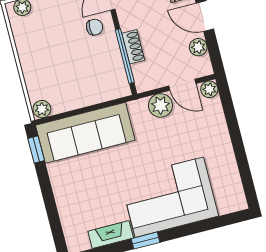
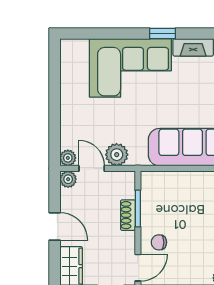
plant: (198, 47) -> (68, 179), moved
window: (125, 56) -> (138, 209), width x0.69

